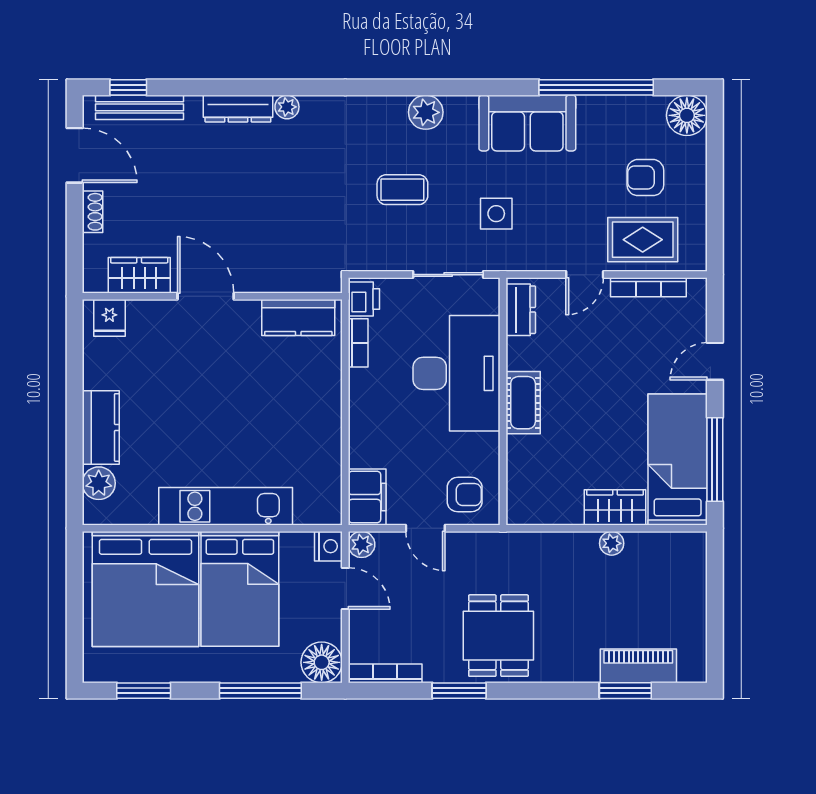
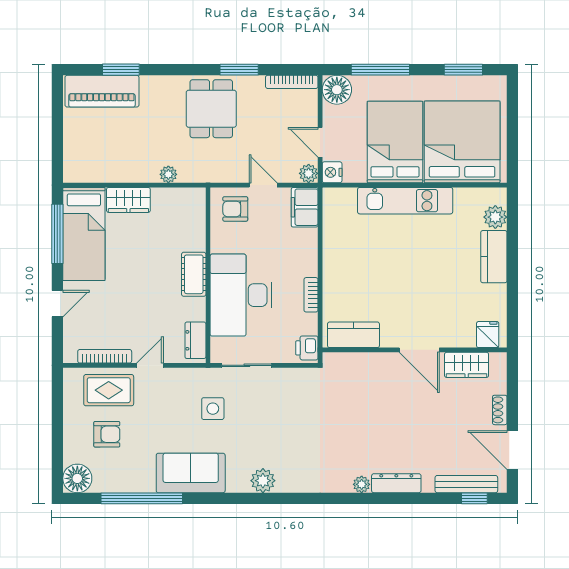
coffee table: (402, 190) -> (279, 426), removed
bookcase: (358, 343) -> (311, 295), moved
plant: (612, 543) -> (168, 174), moved
piano: (638, 666) -> (102, 91), width x1.37, depth x1.33

